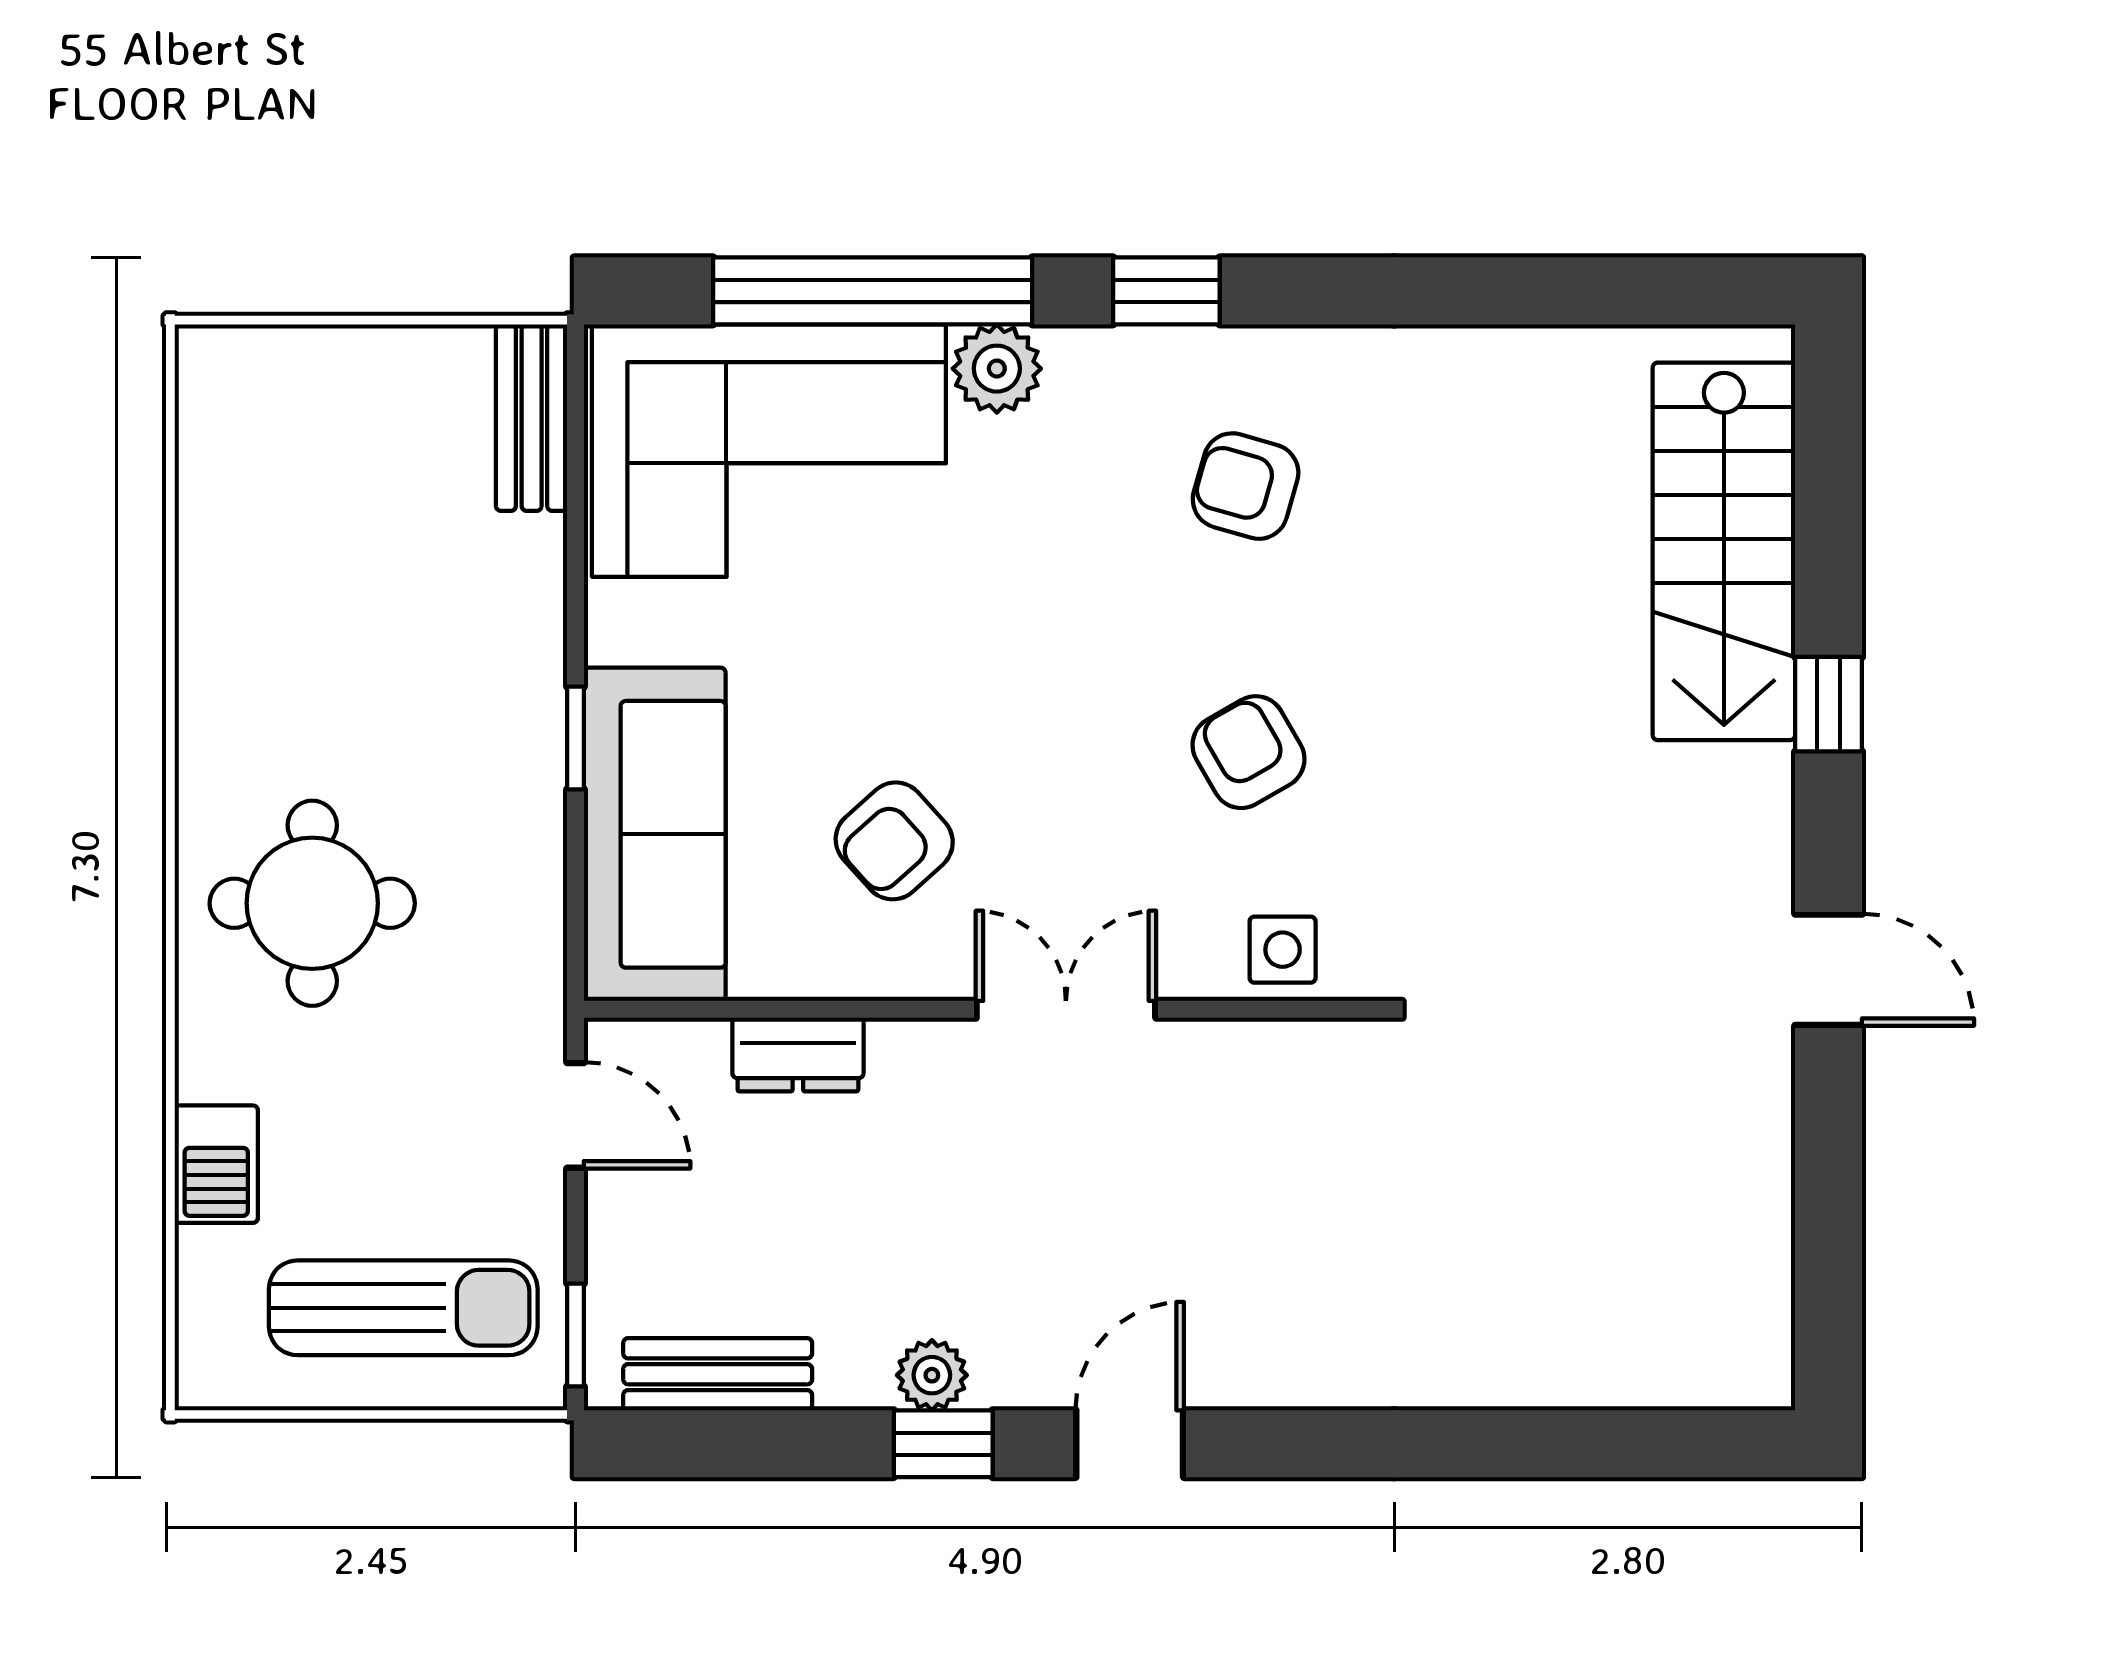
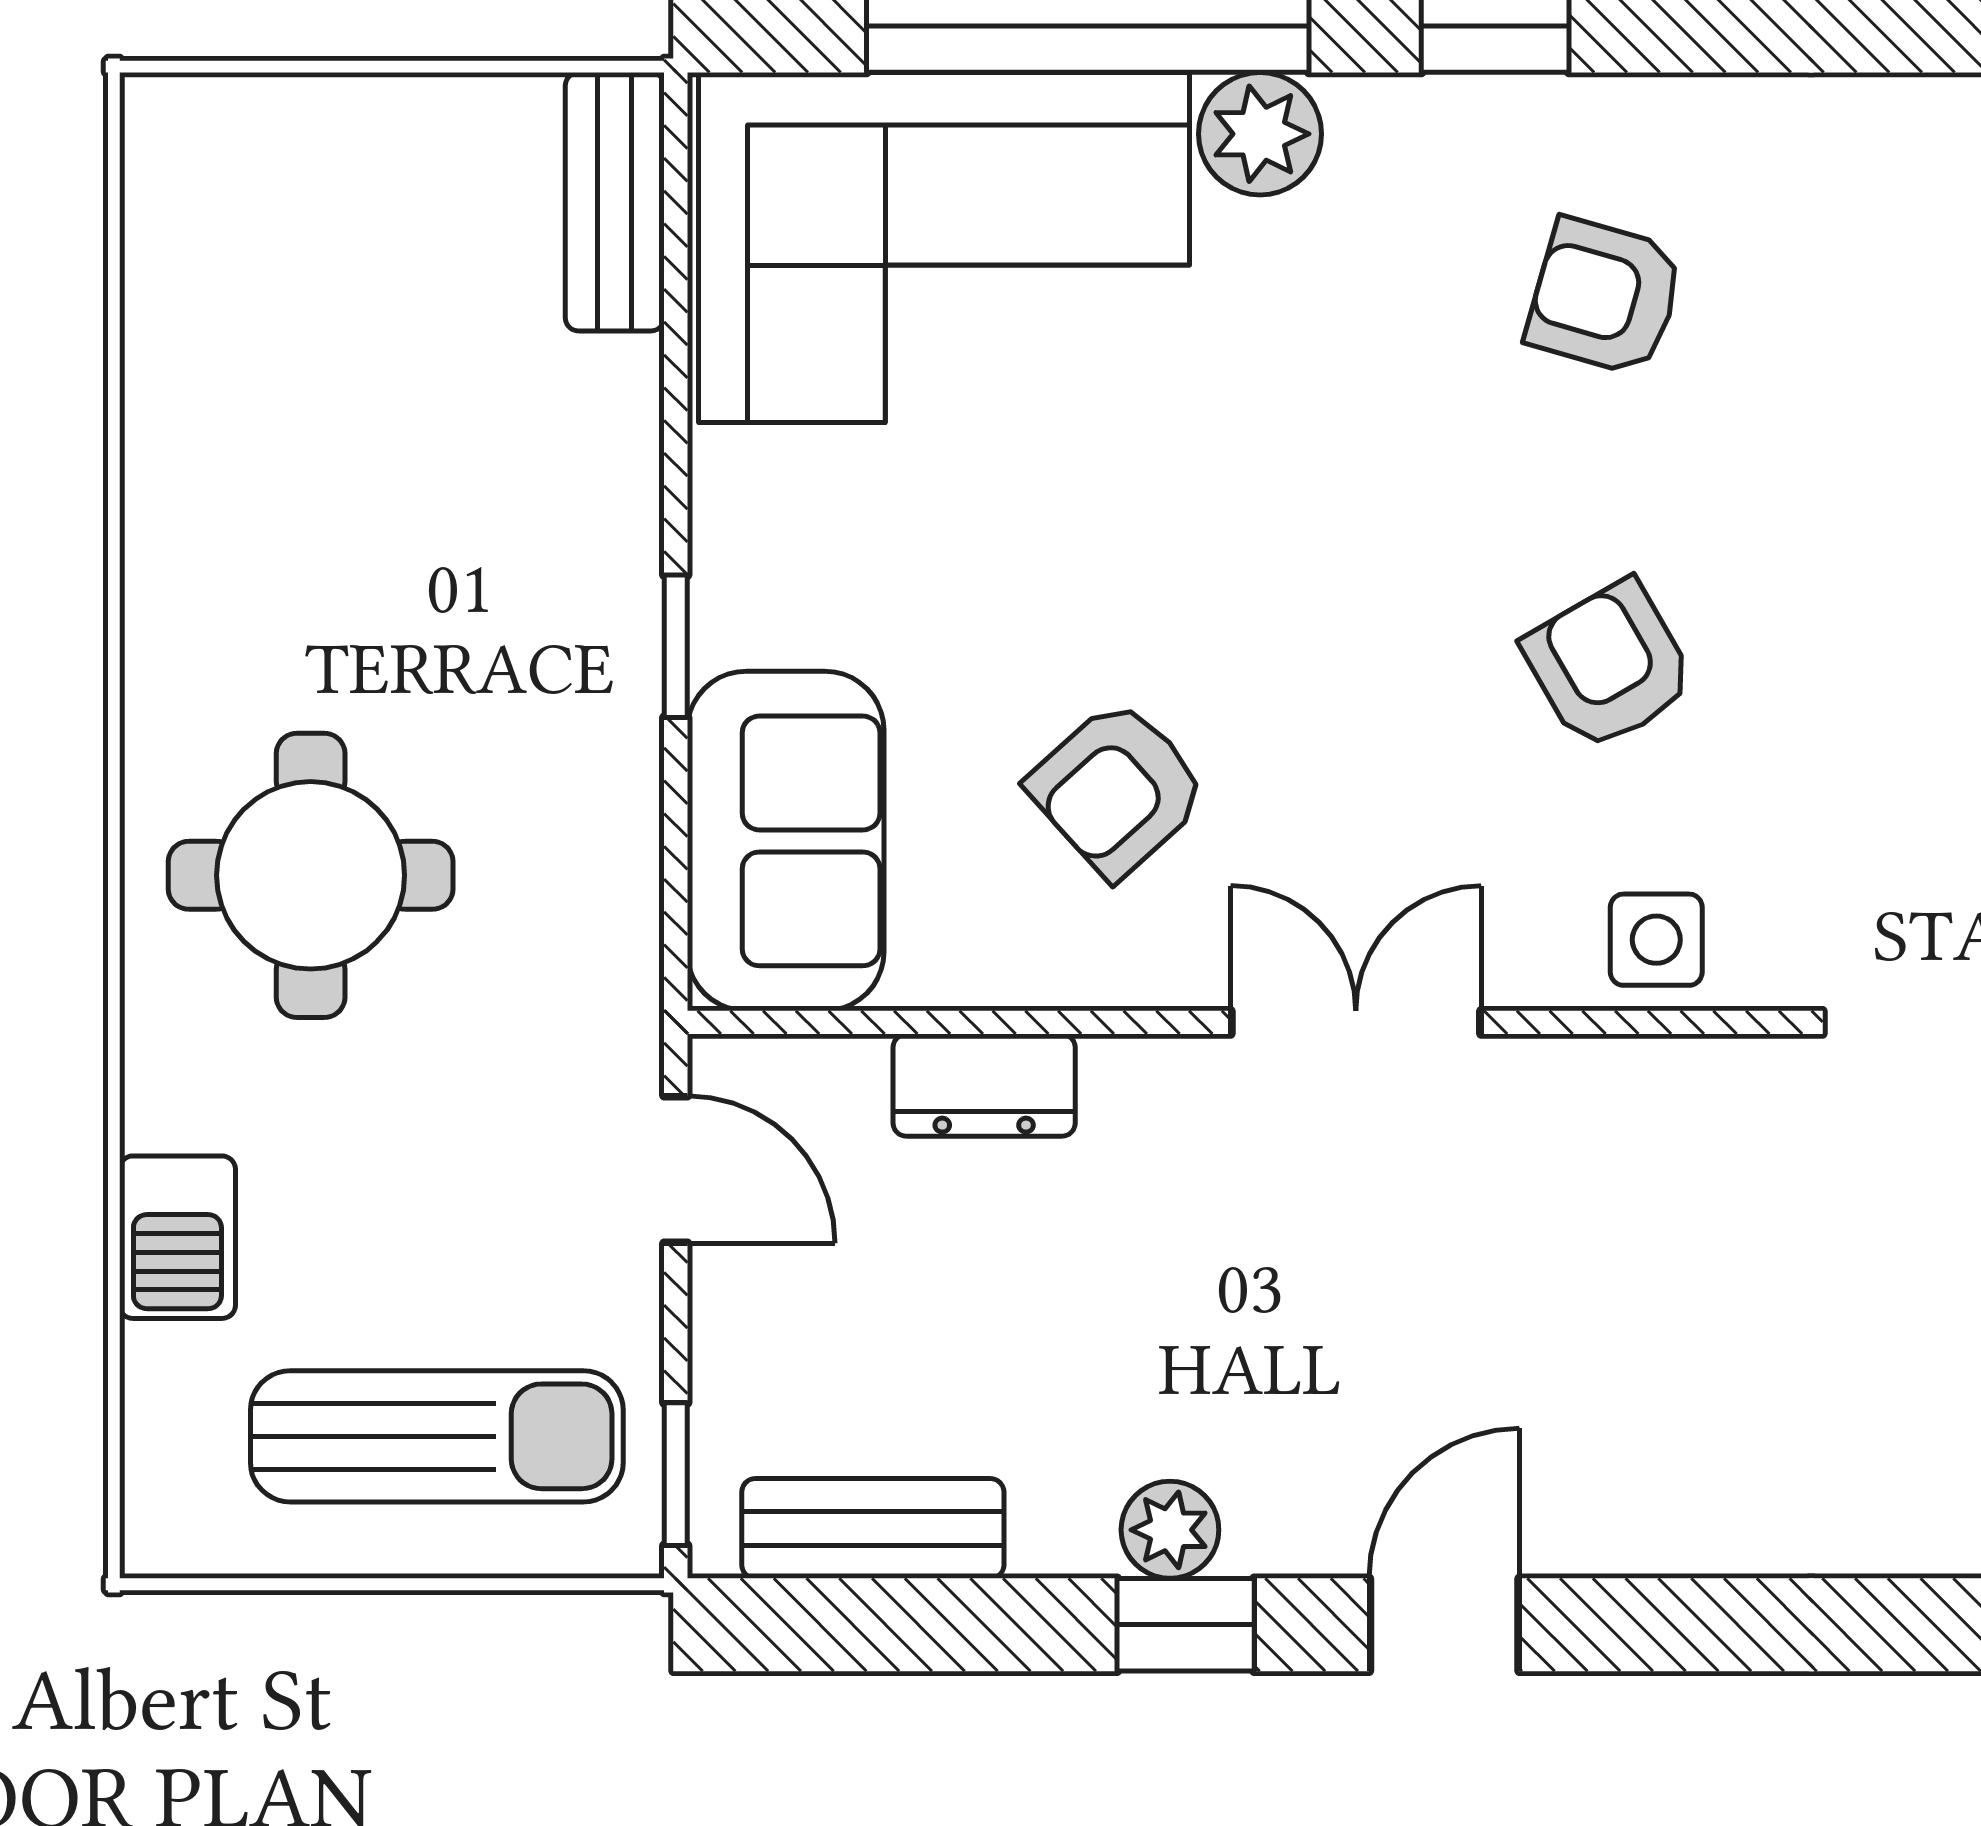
sofa: (655, 834) -> (786, 841), width x0.73

